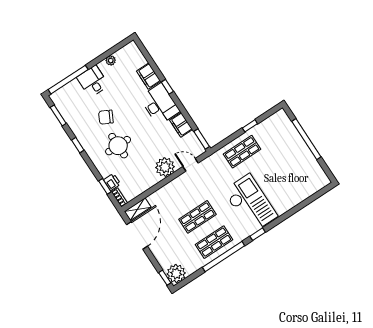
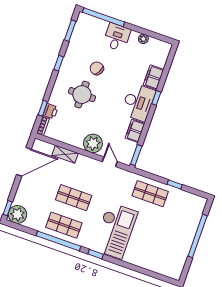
shelving: (138, 209) -> (65, 154), moved

